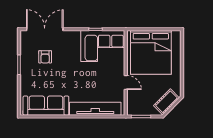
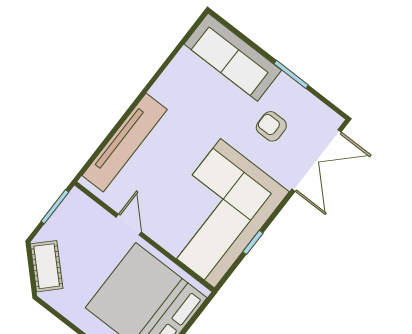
corner sofa: (103, 46) -> (218, 213), width x1.36, depth x1.36
door: (126, 82) -> (129, 225), swing flipped
sofa: (46, 106) -> (233, 57), moved, turned 90

